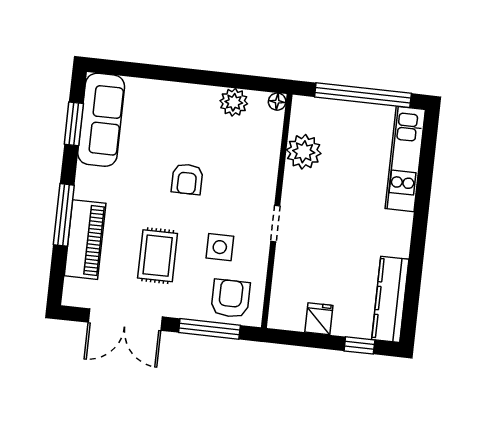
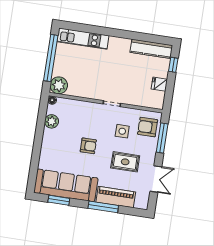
sofa: (101, 120) -> (66, 185), width x1.36, depth x1.27
plant: (304, 152) -> (59, 85), moved
double door: (125, 320) -> (156, 179), width x0.73

